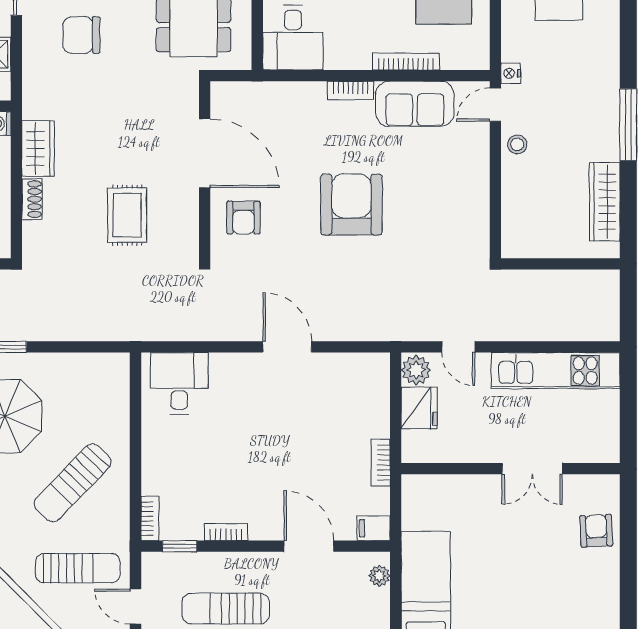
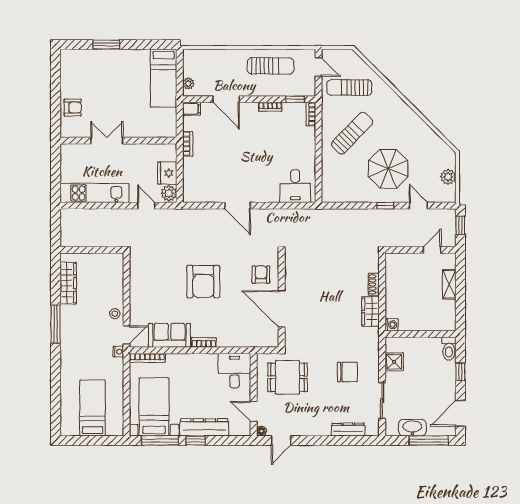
bookcase: (406, 62) -> (147, 358), moved
rug: (127, 215) -> (323, 276), removed
armchair: (596, 531) -> (73, 108), turned -87

